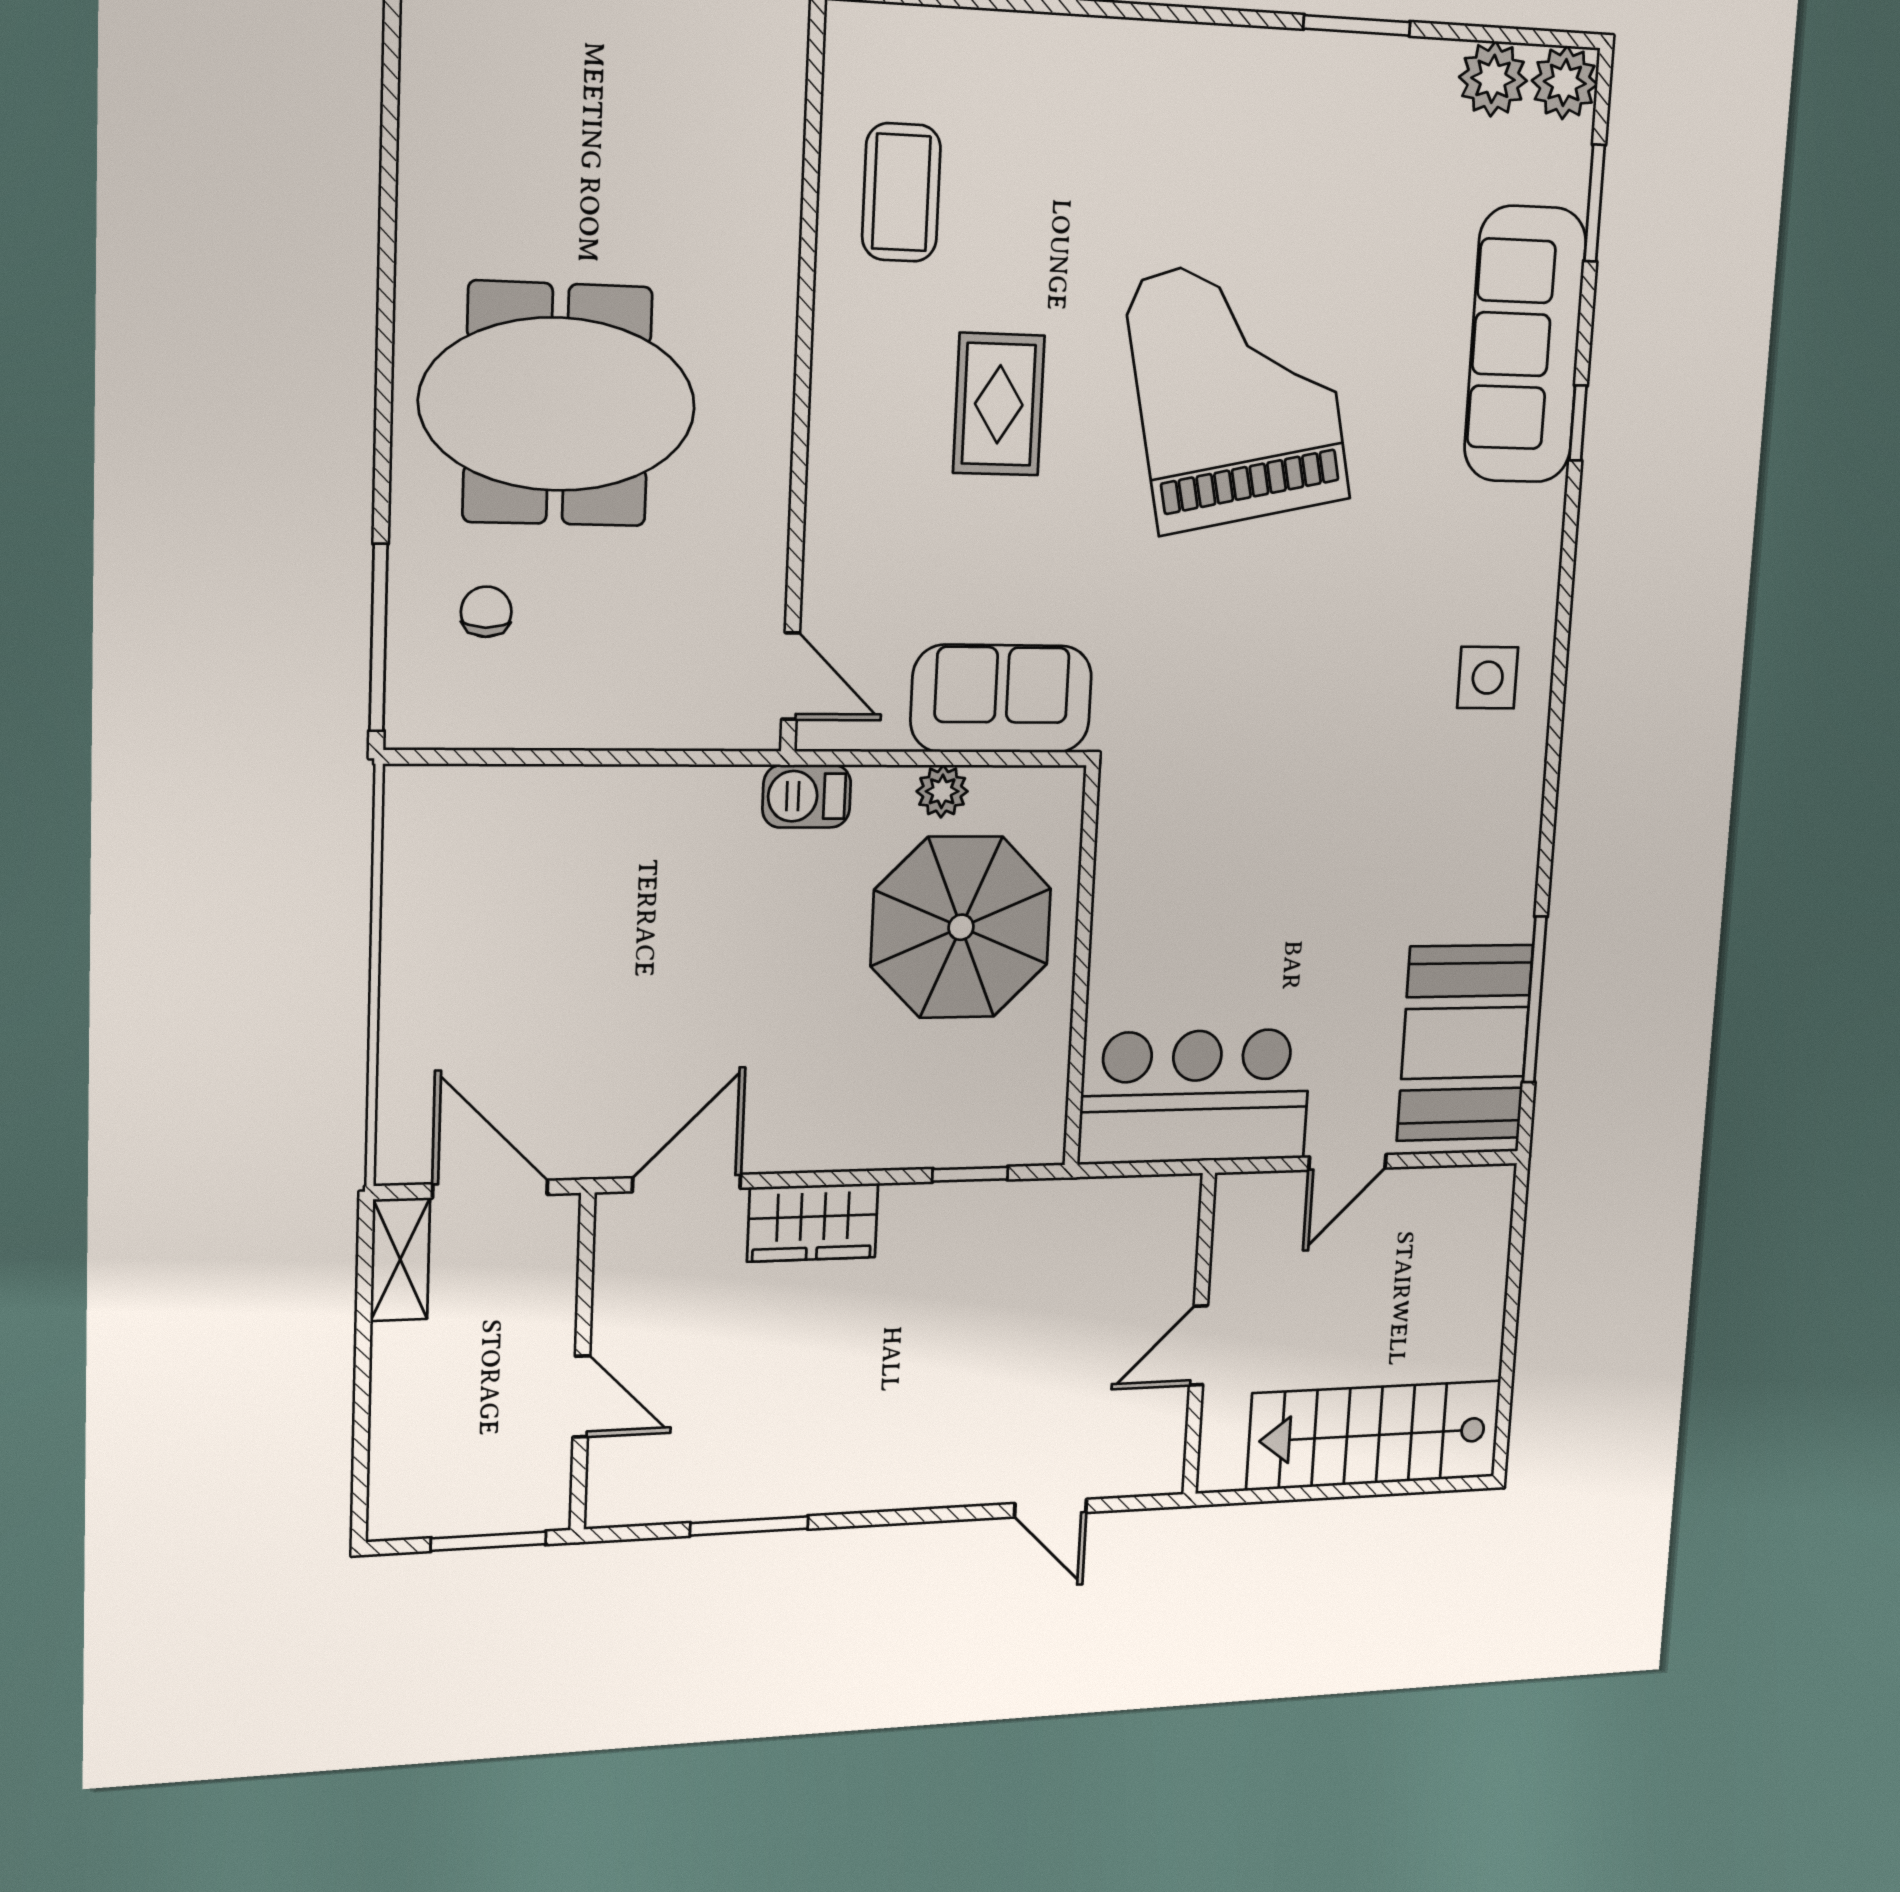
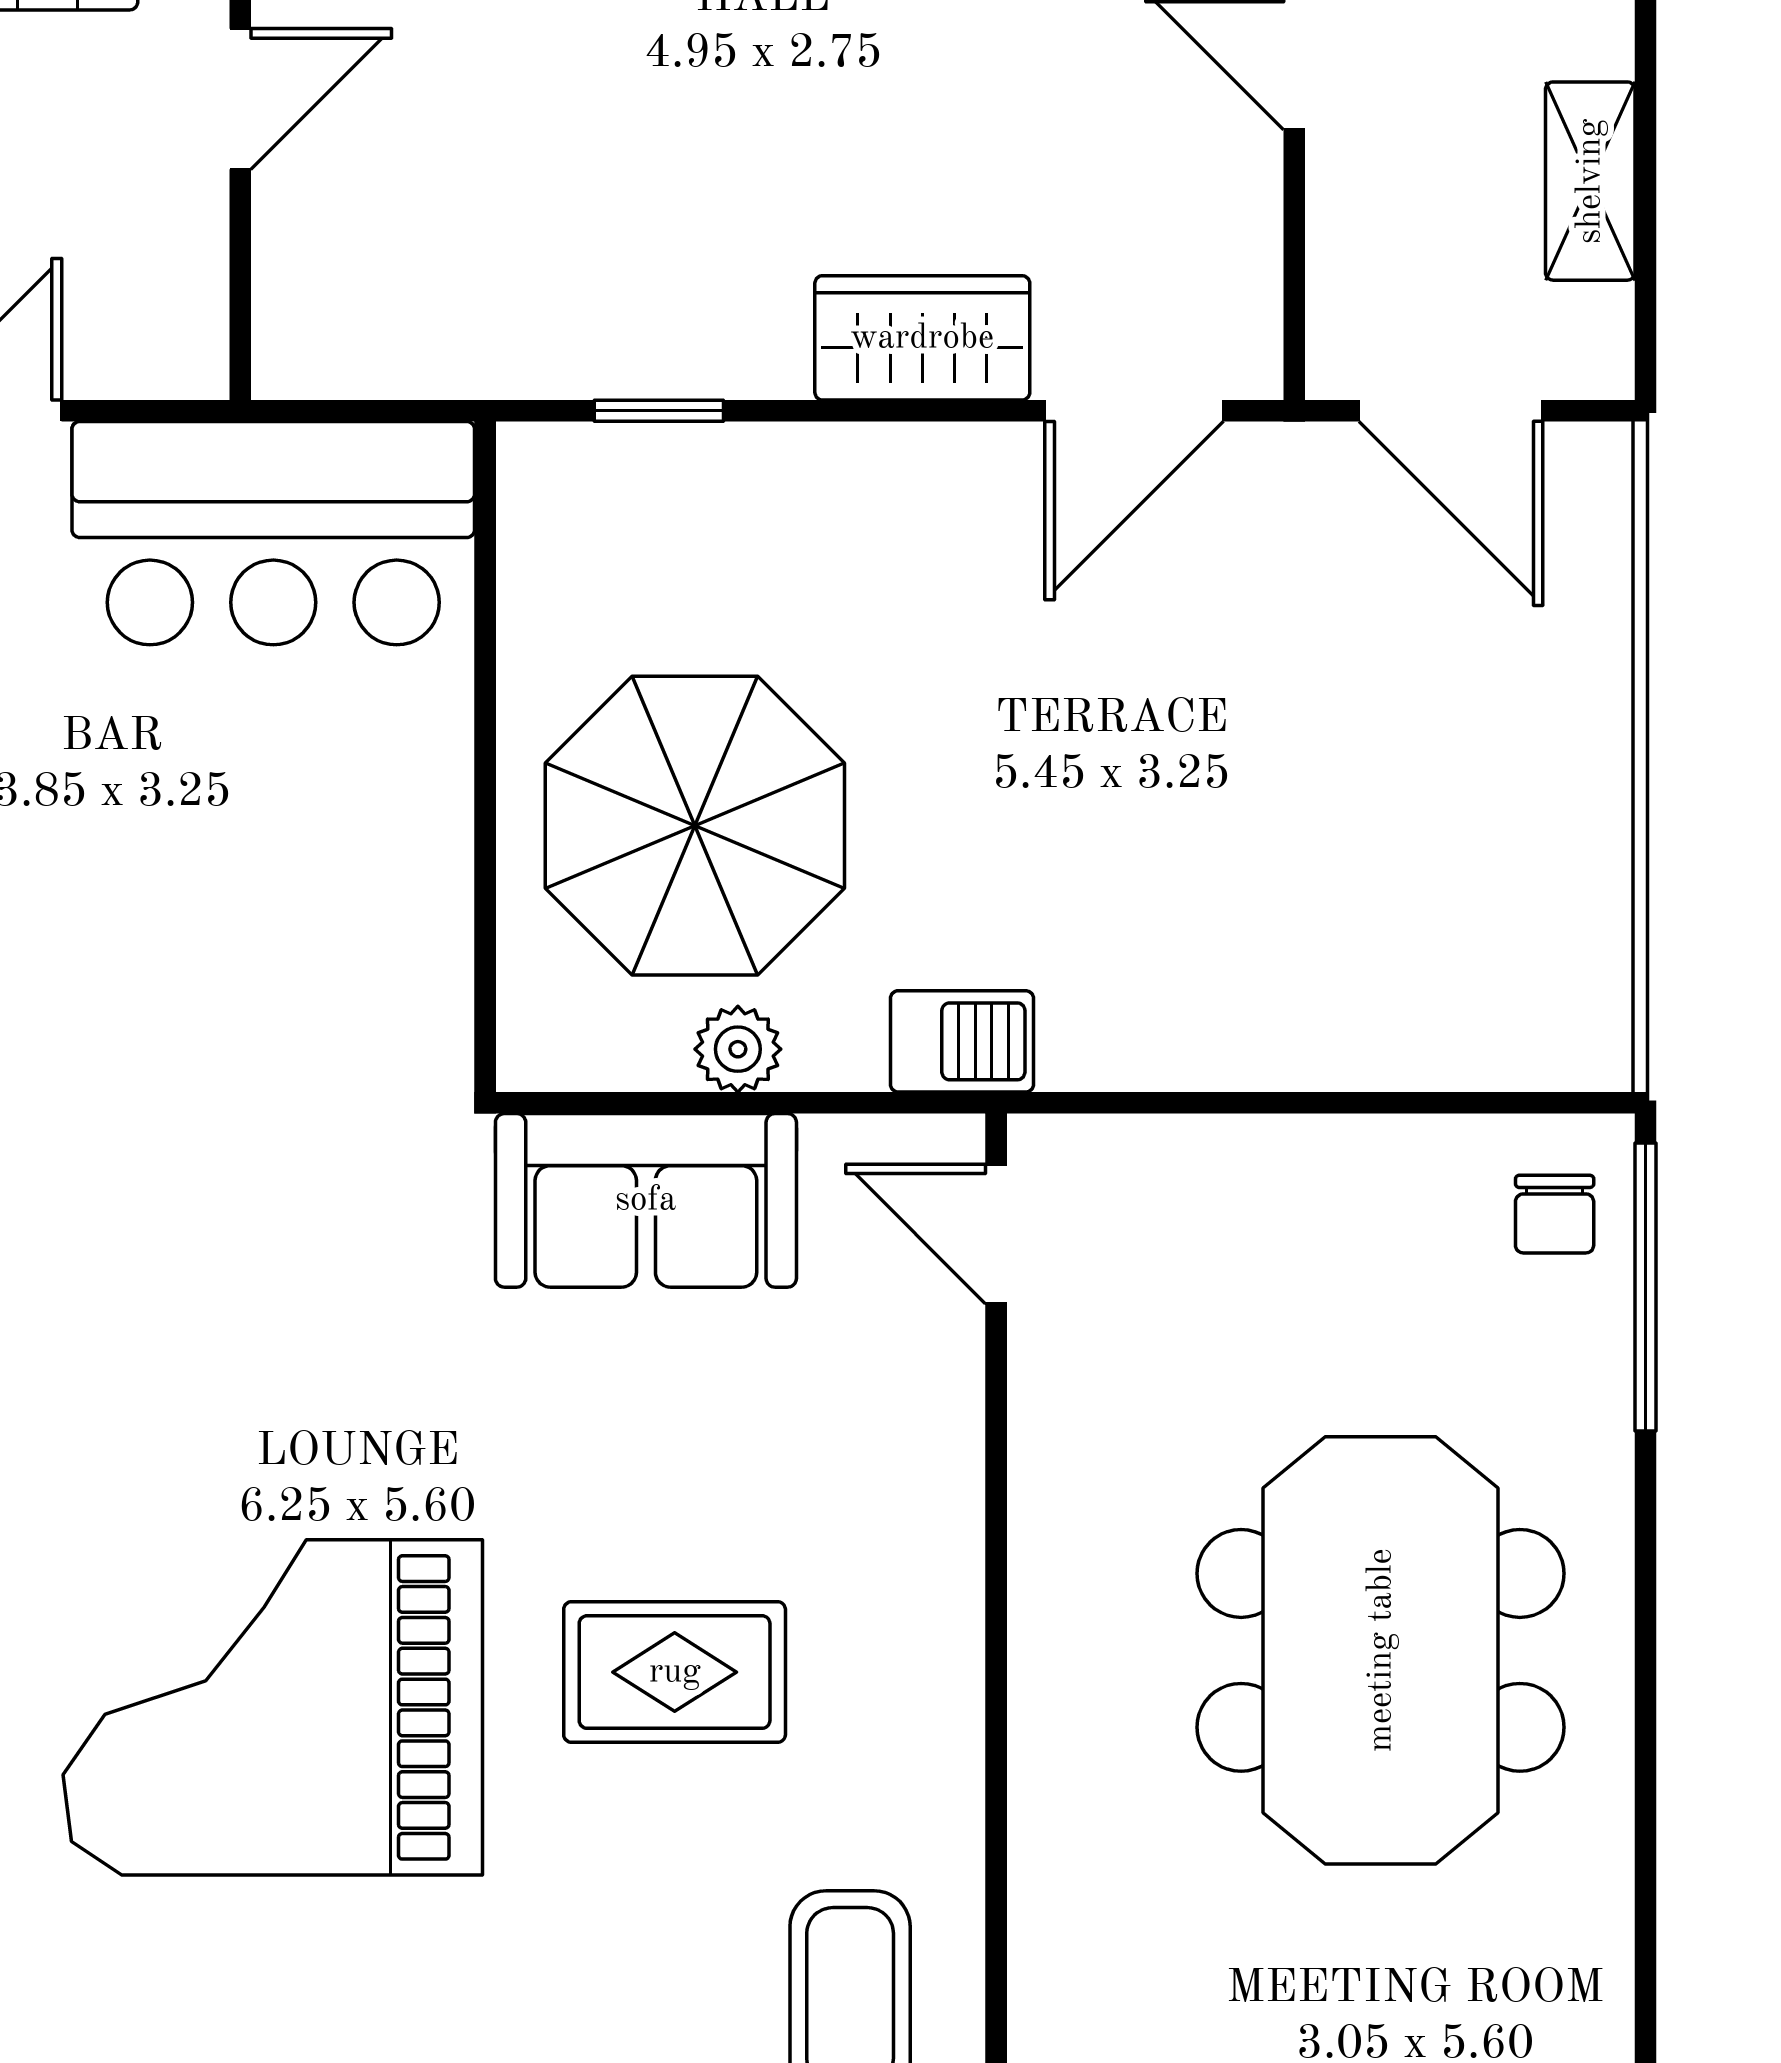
grand piano: (1237, 390) -> (273, 1707), turned 102
meeting table: (558, 404) -> (1381, 1650), turned 90
rug: (999, 404) -> (675, 1672), turned 90
chair: (486, 612) -> (1555, 1214), moved
shelving: (400, 1259) -> (1590, 181), moved

